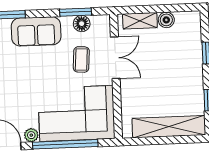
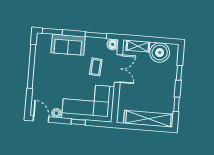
boiler: (166, 20) -> (160, 53), width x1.86, depth x1.86
floor lamp: (82, 24) -> (113, 44), moved
window: (65, 144) -> (78, 122), width x0.32

